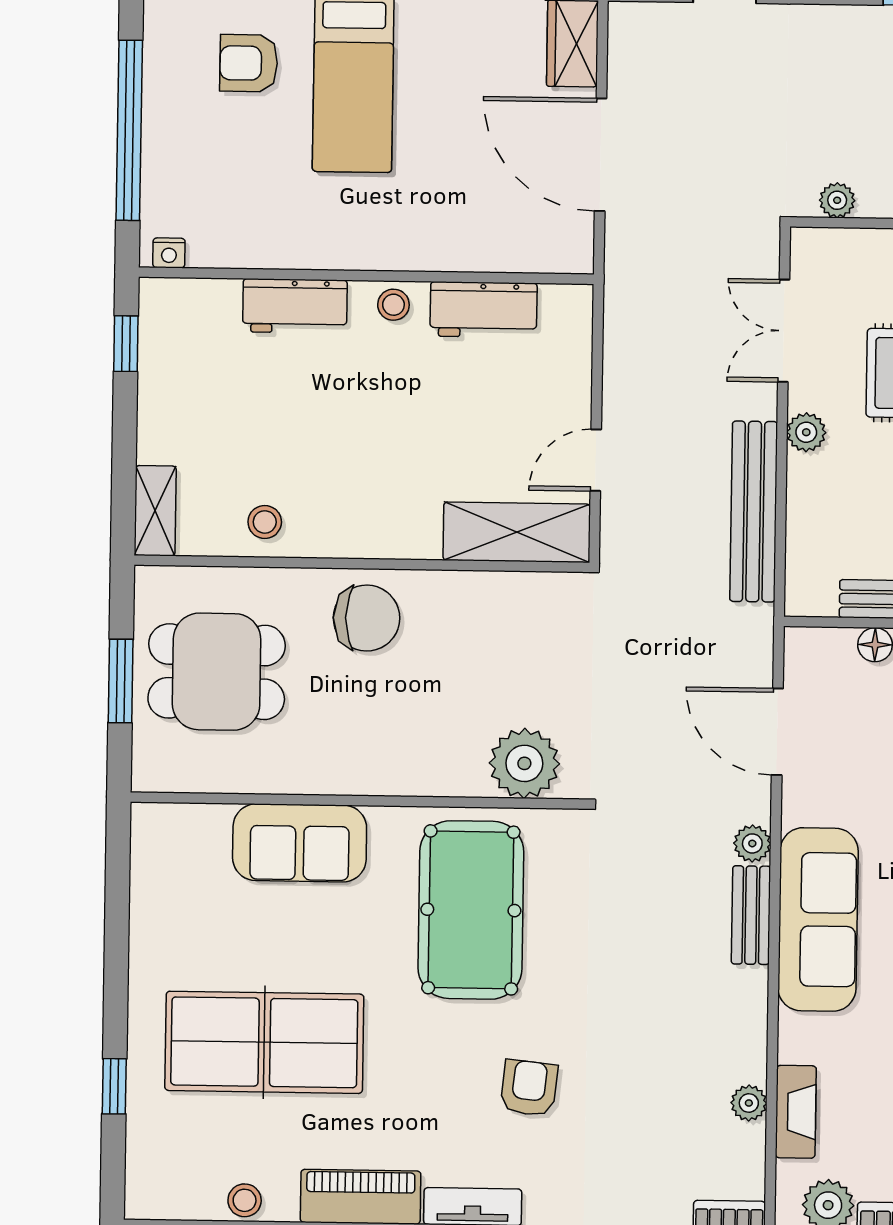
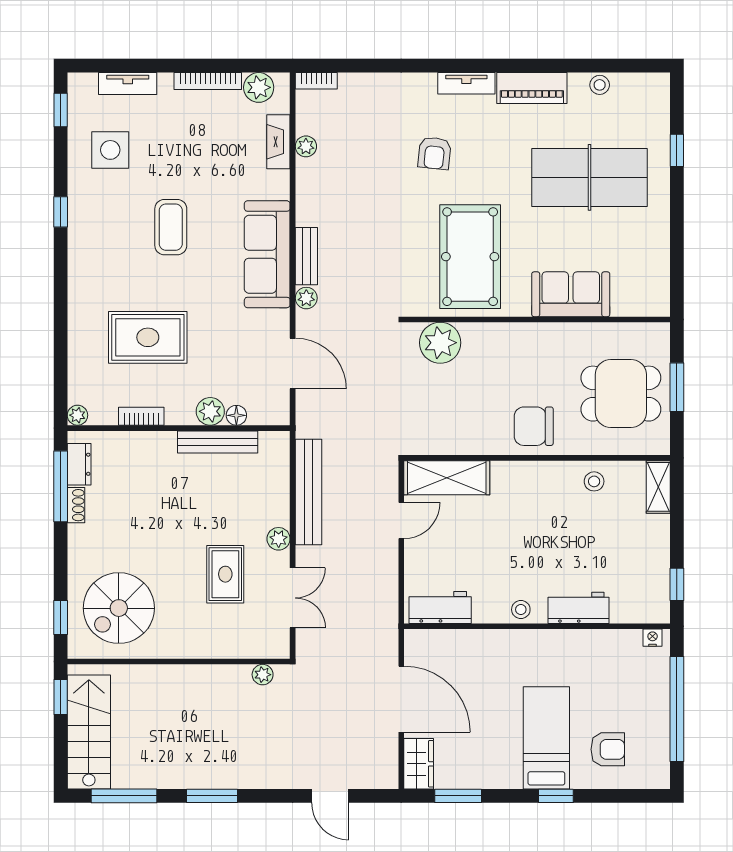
workbench: (484, 310) -> (440, 607), moved

